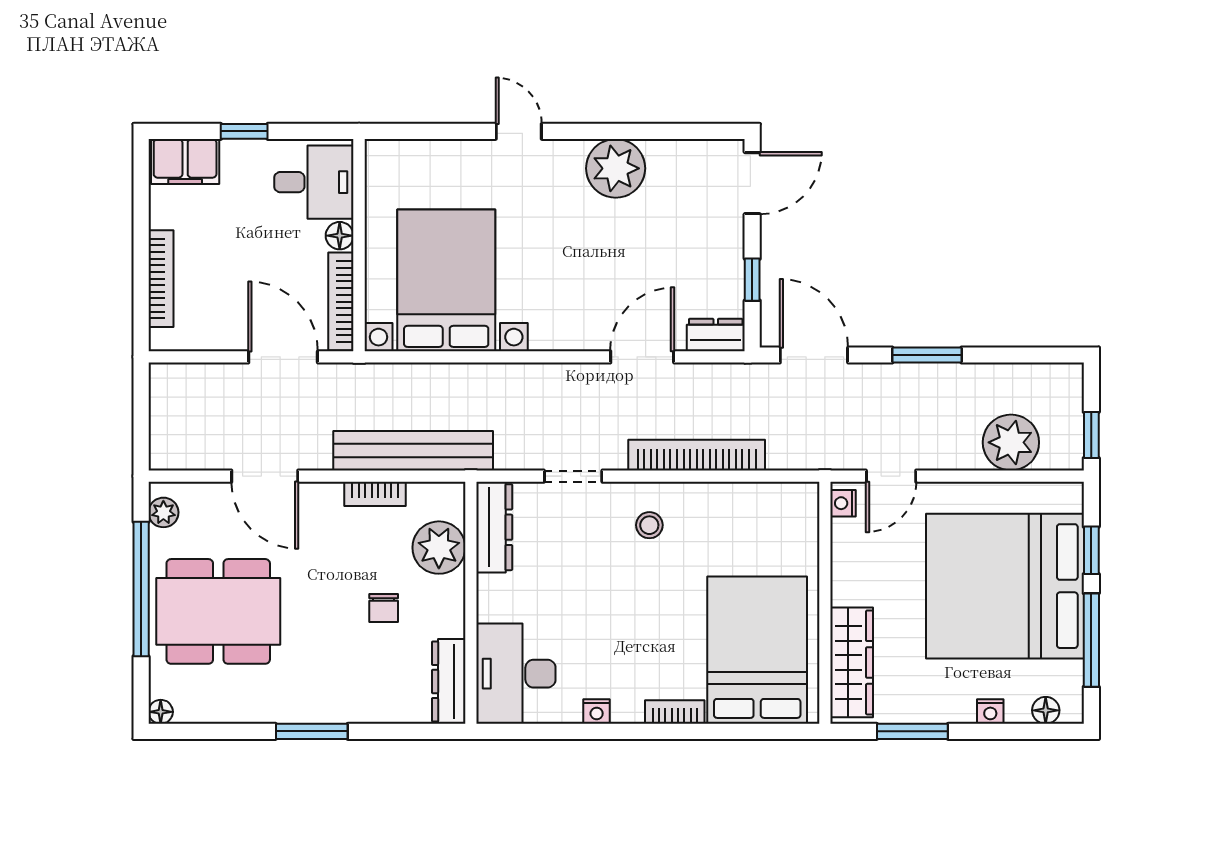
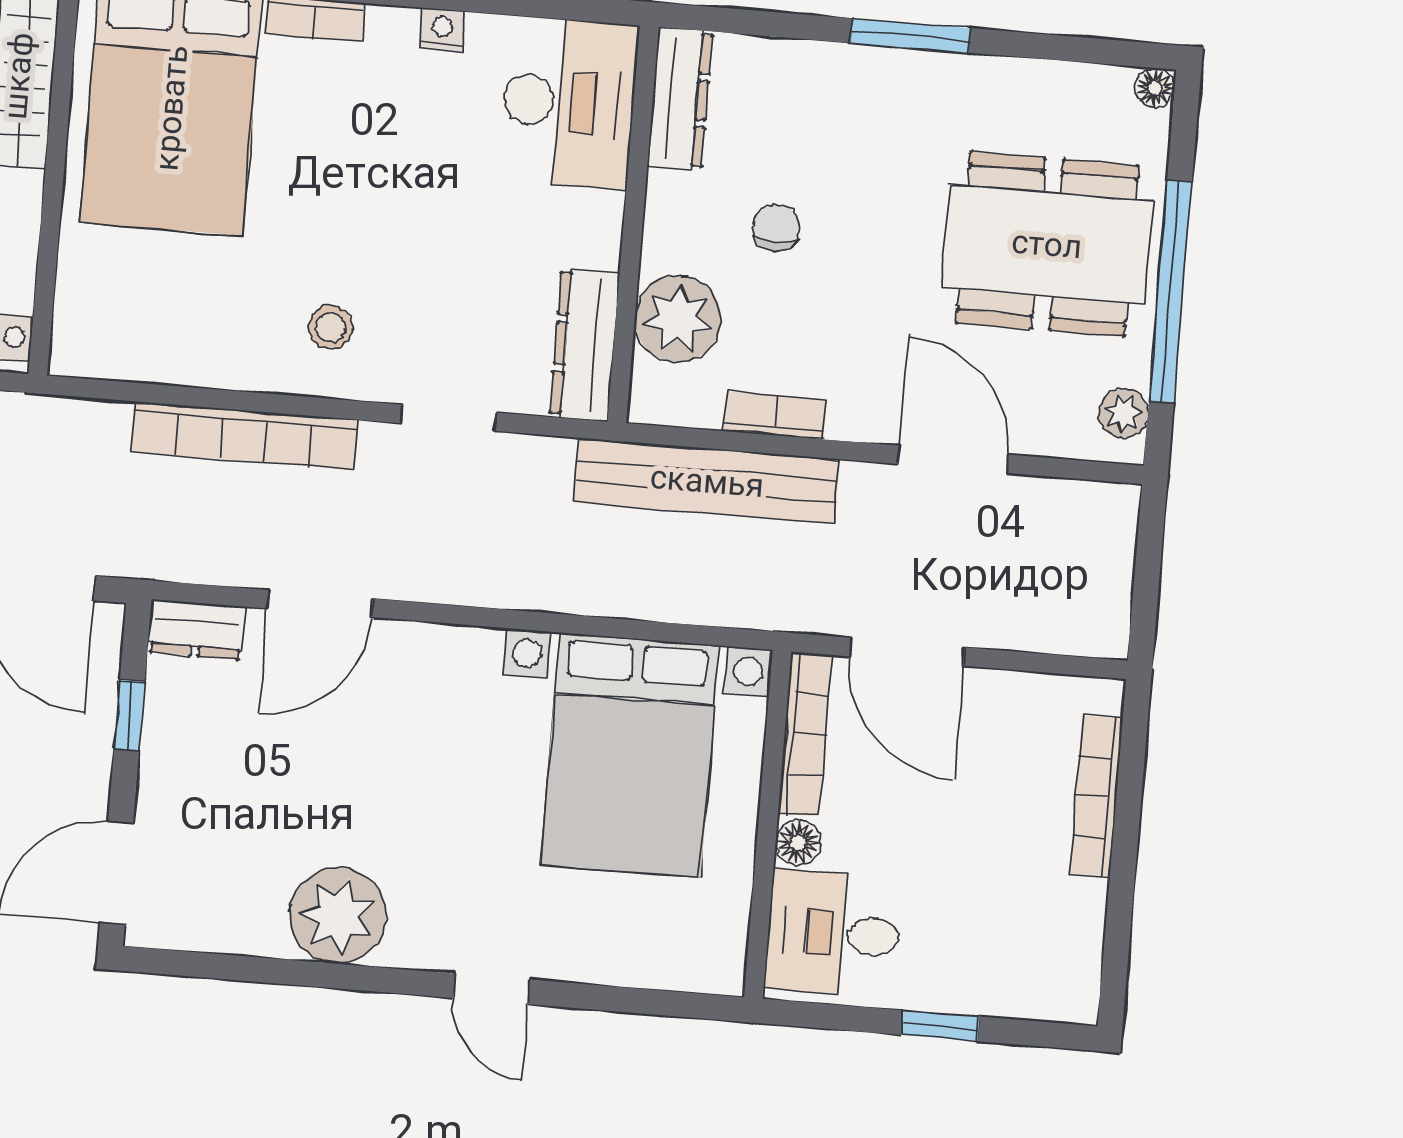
filing cabinet: (185, 162) -> (1041, 984), removed

